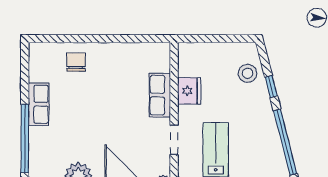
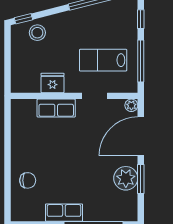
chair: (76, 62) -> (28, 180), turned 180
window: (271, 87) -> (23, 19), moved

